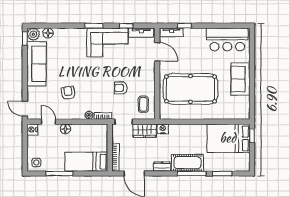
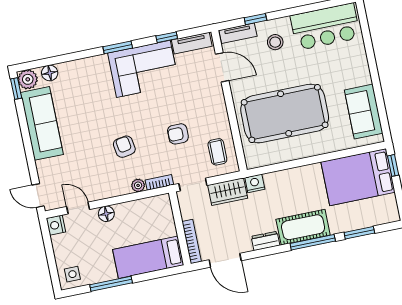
stool: (194, 43) -> (275, 42), added
sofa: (240, 79) -> (364, 112), moved
armchair: (68, 93) -> (124, 147), moved

